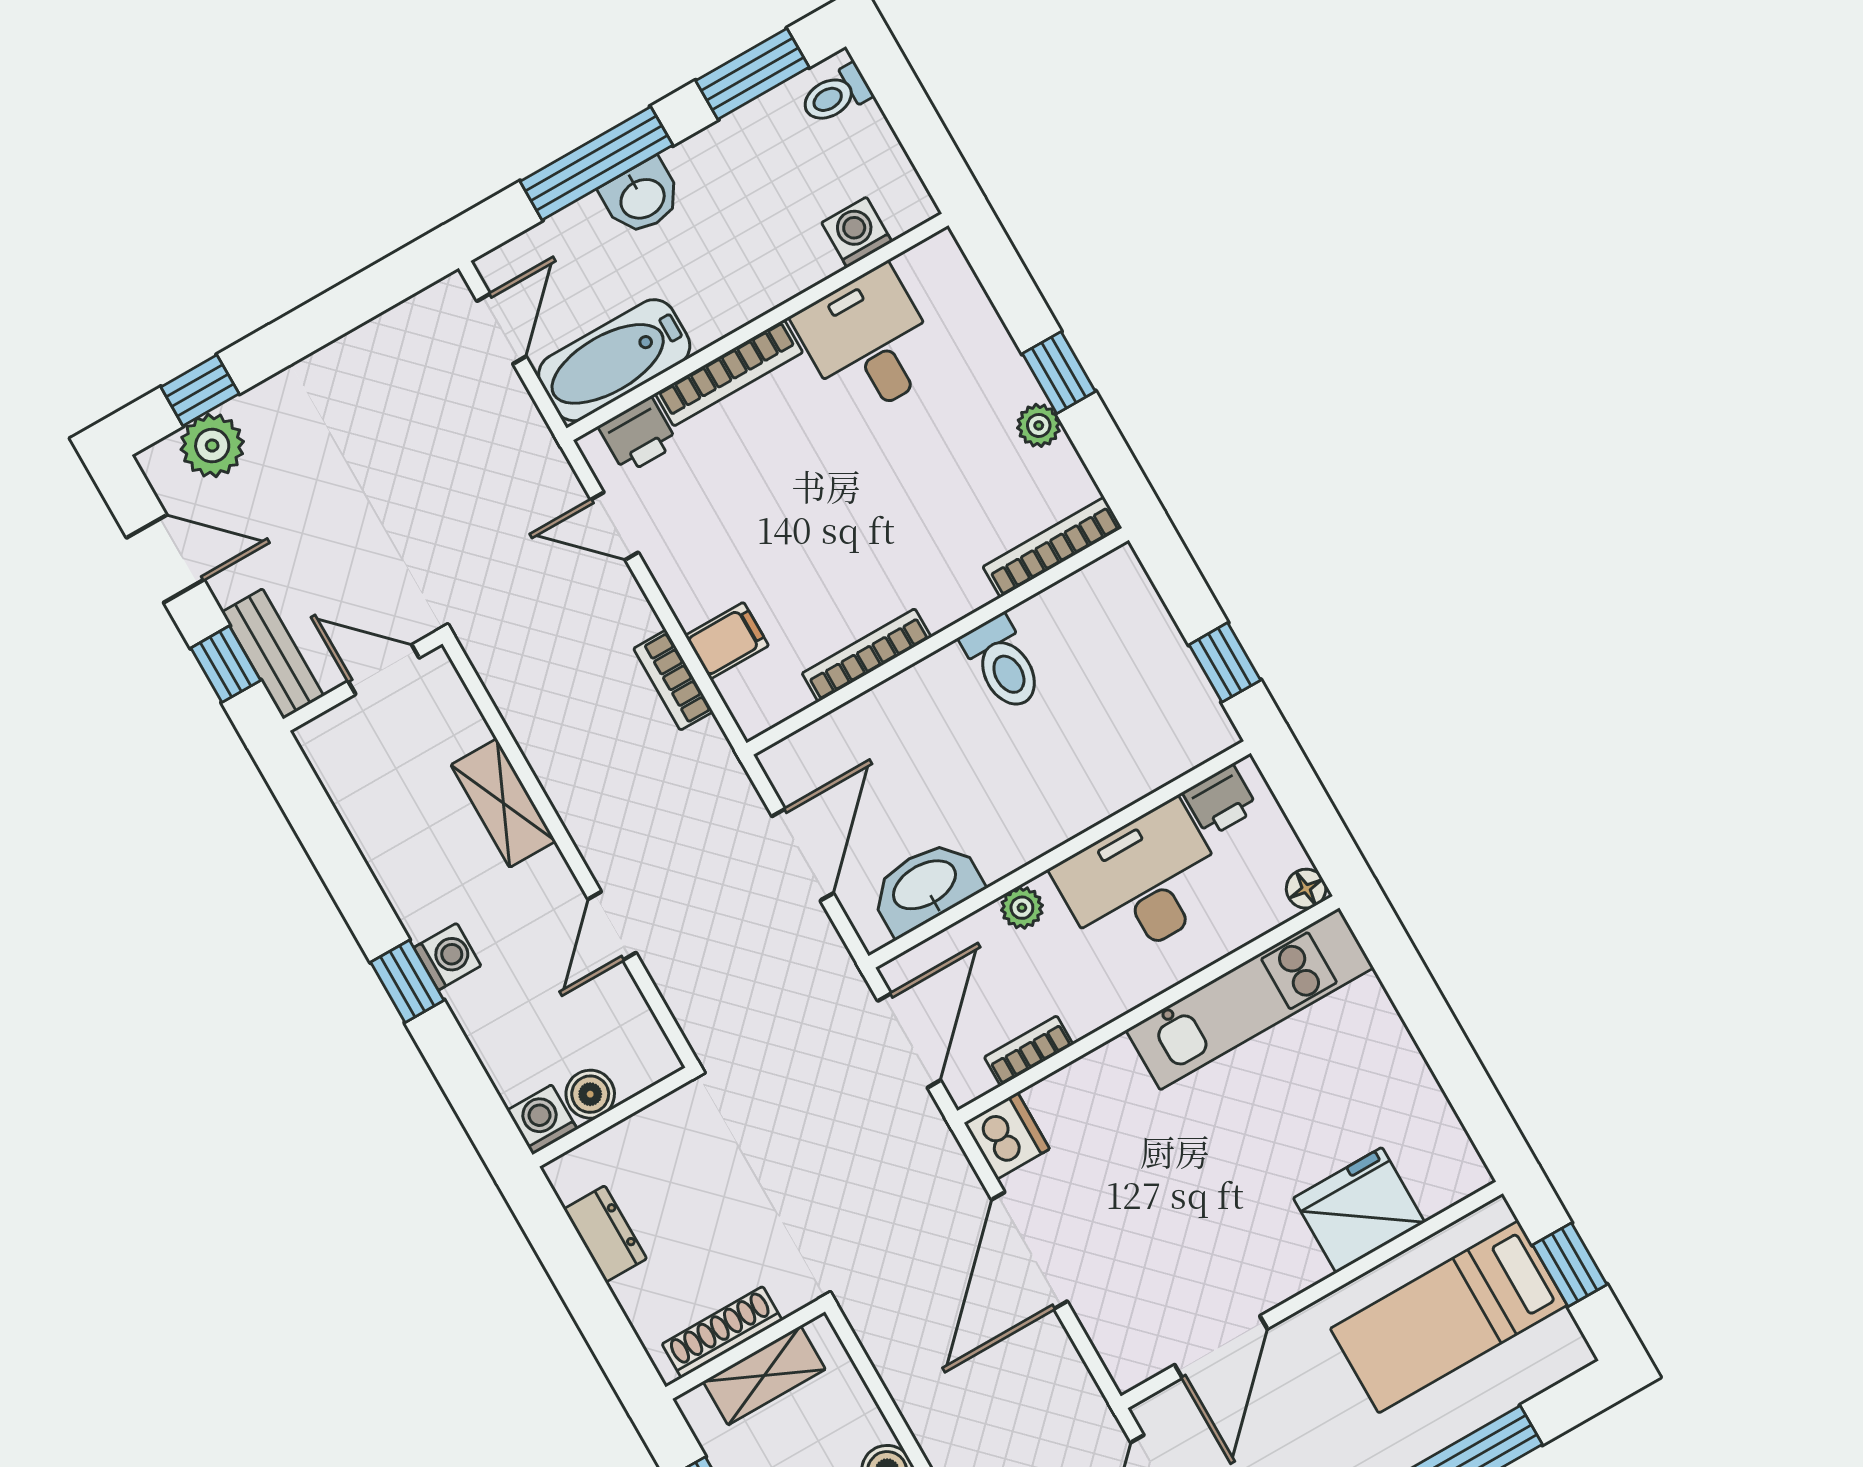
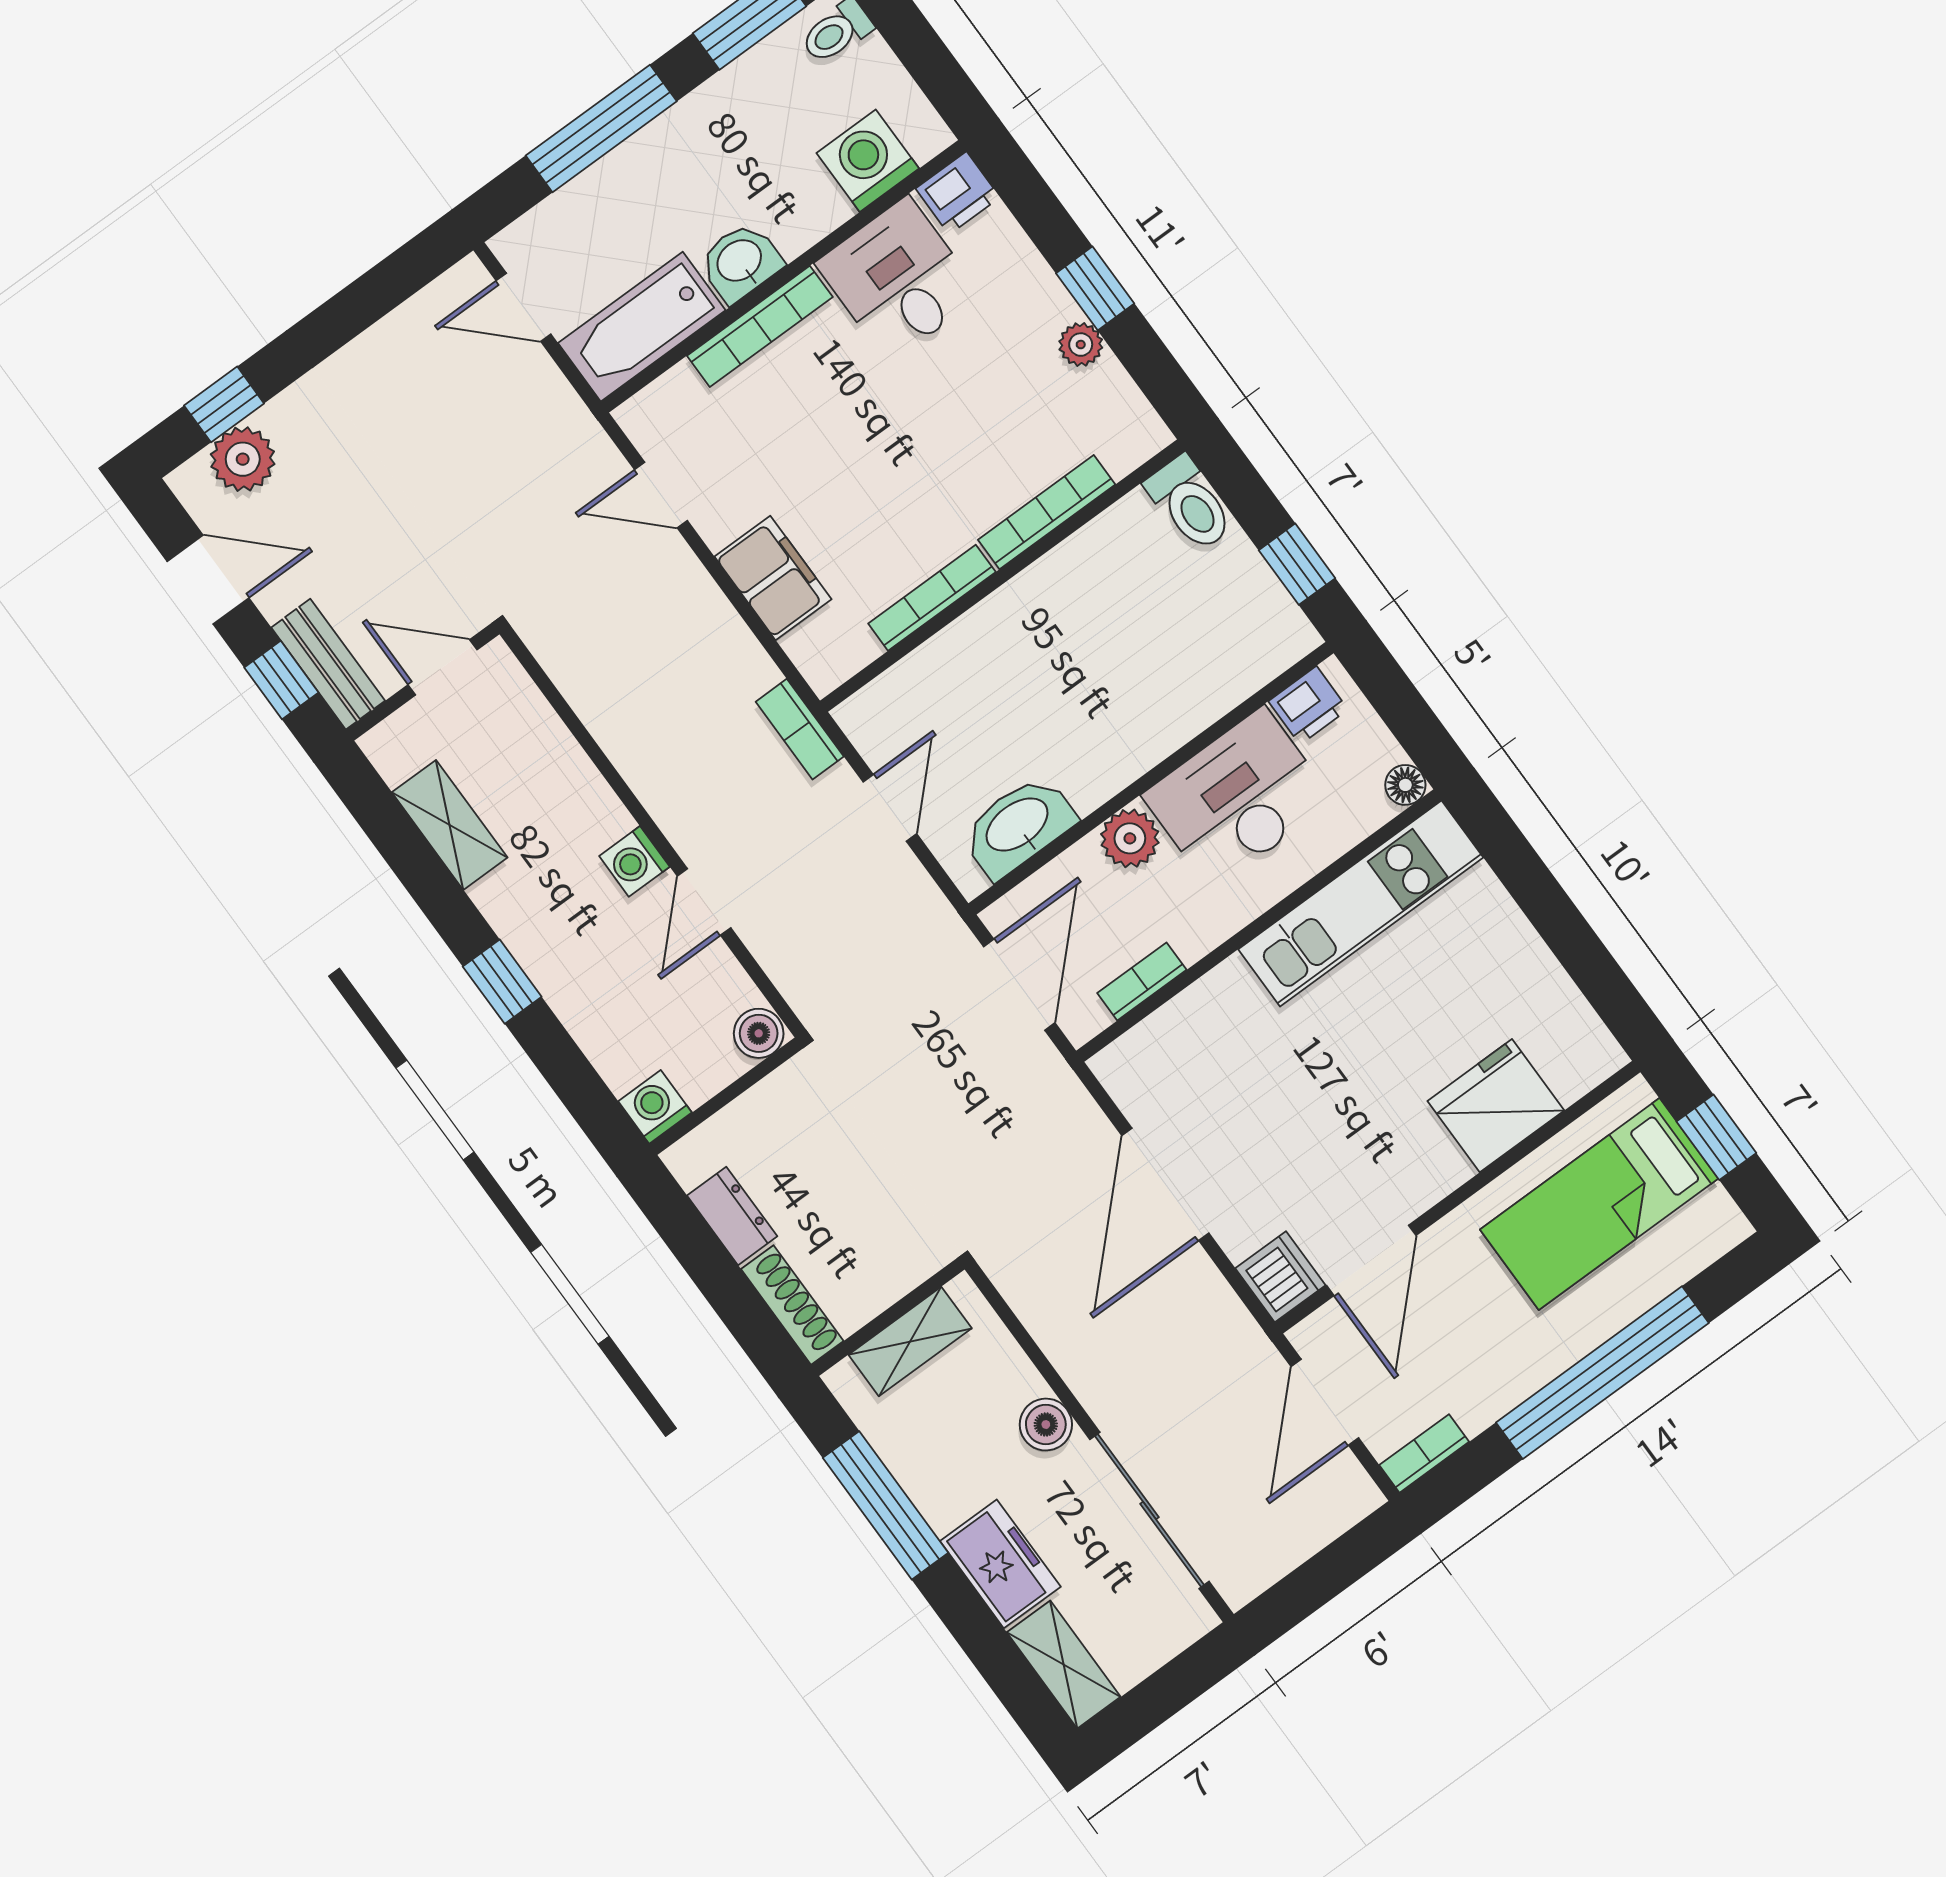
washbasin: (642, 197) -> (740, 262), moved, turned 180
washing machine: (857, 232) -> (868, 161), width x1.38, depth x1.38
door: (501, 329) -> (524, 307), swing flipped
printer: (638, 435) -> (958, 193), moved
bookcase: (1052, 547) -> (1047, 512), moved
filing cabinet: (727, 641) -> (773, 578), width x2.00
toilet: (1003, 663) -> (1190, 504), moved
bookcase: (673, 680) -> (800, 729), moved
shelving: (503, 803) -> (450, 825), moved
door: (803, 855) -> (890, 808), width x0.73
plant: (1022, 908) -> (1130, 838), width x1.38, depth x1.38
washing machine: (447, 957) -> (634, 861), moved, turned 180
boiler: (590, 1094) -> (759, 1033), moved
dishwasher: (1007, 1136) -> (1280, 1277), moved
shoe rack: (722, 1332) -> (792, 1305), moved, turned 90

